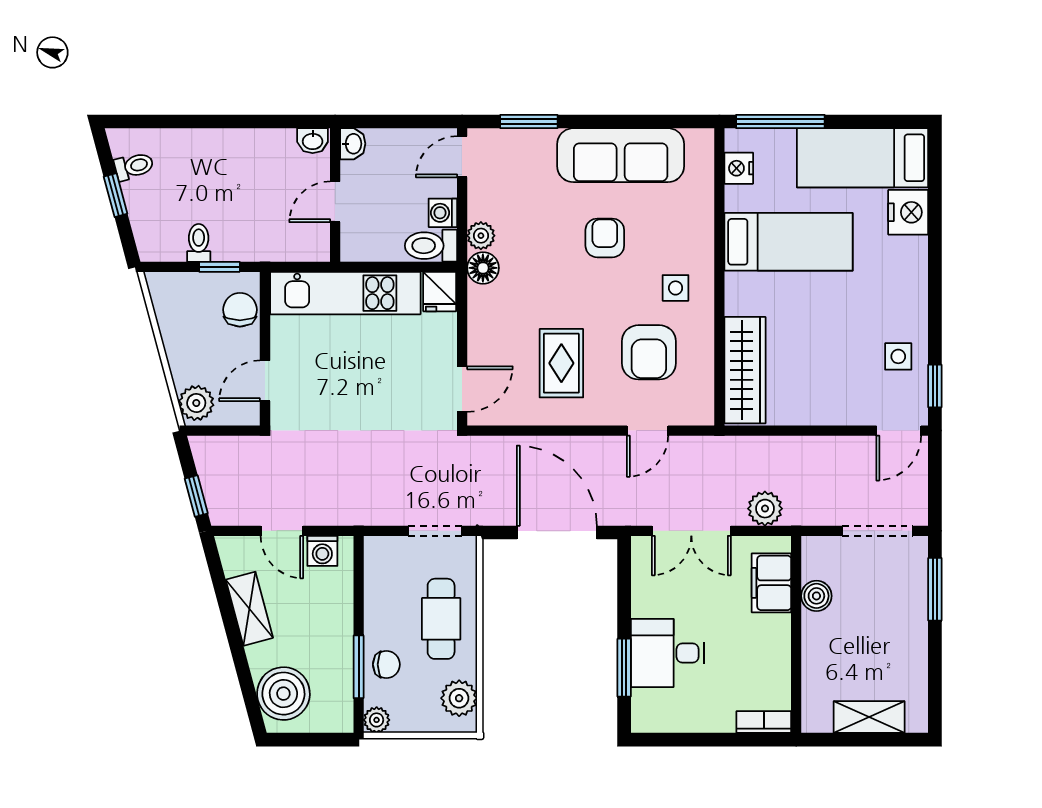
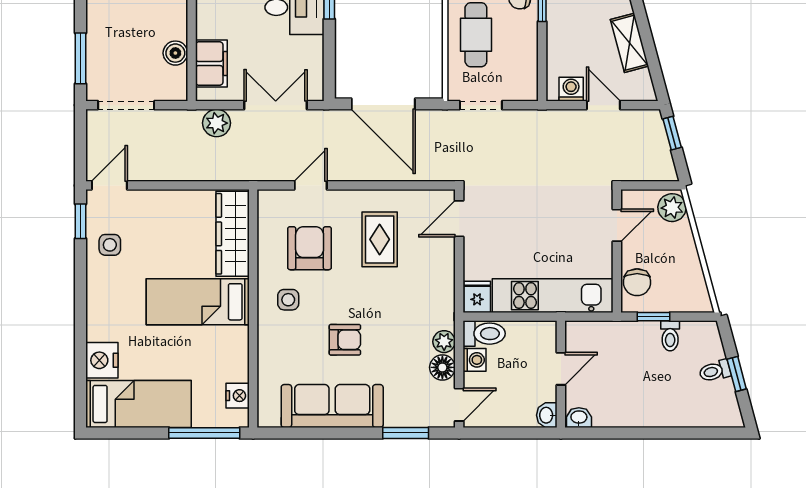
toilet: (134, 166) -> (715, 371), moved
armchair: (605, 238) -> (345, 340), turned -90
bed: (789, 242) -> (198, 302), moved
floor lamp: (483, 268) -> (442, 367), moved

